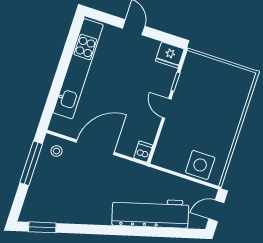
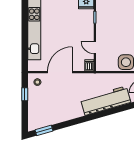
door: (167, 108) -> (95, 48), moved
window: (31, 163) -> (25, 94), width x0.46

